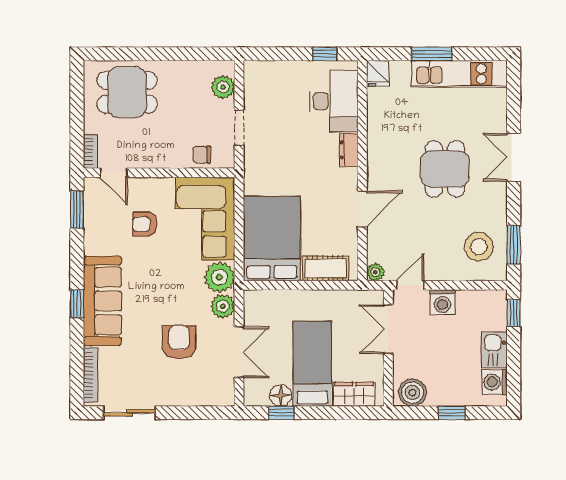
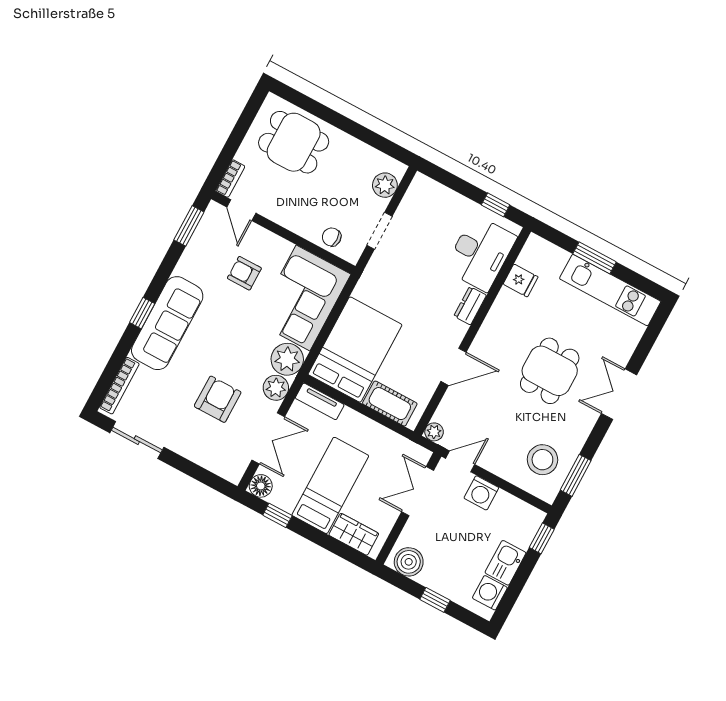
fridge: (378, 74) -> (521, 280), moved, turned -90
tv unit: (266, 298) -> (320, 401), added
floor lamp: (281, 395) -> (261, 486), moved

